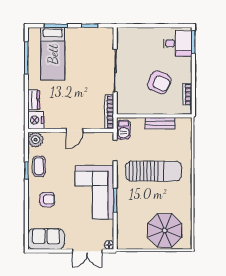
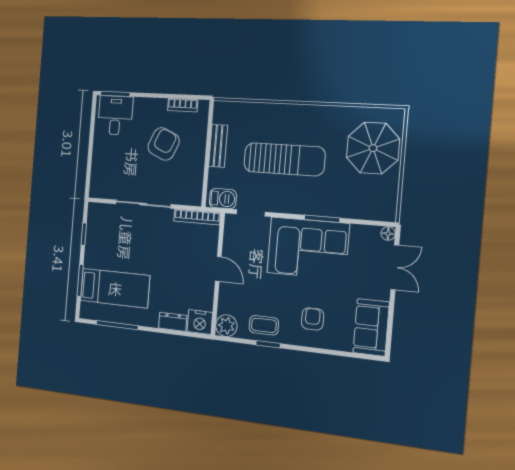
sun lounger: (154, 171) -> (284, 159), turned 90

